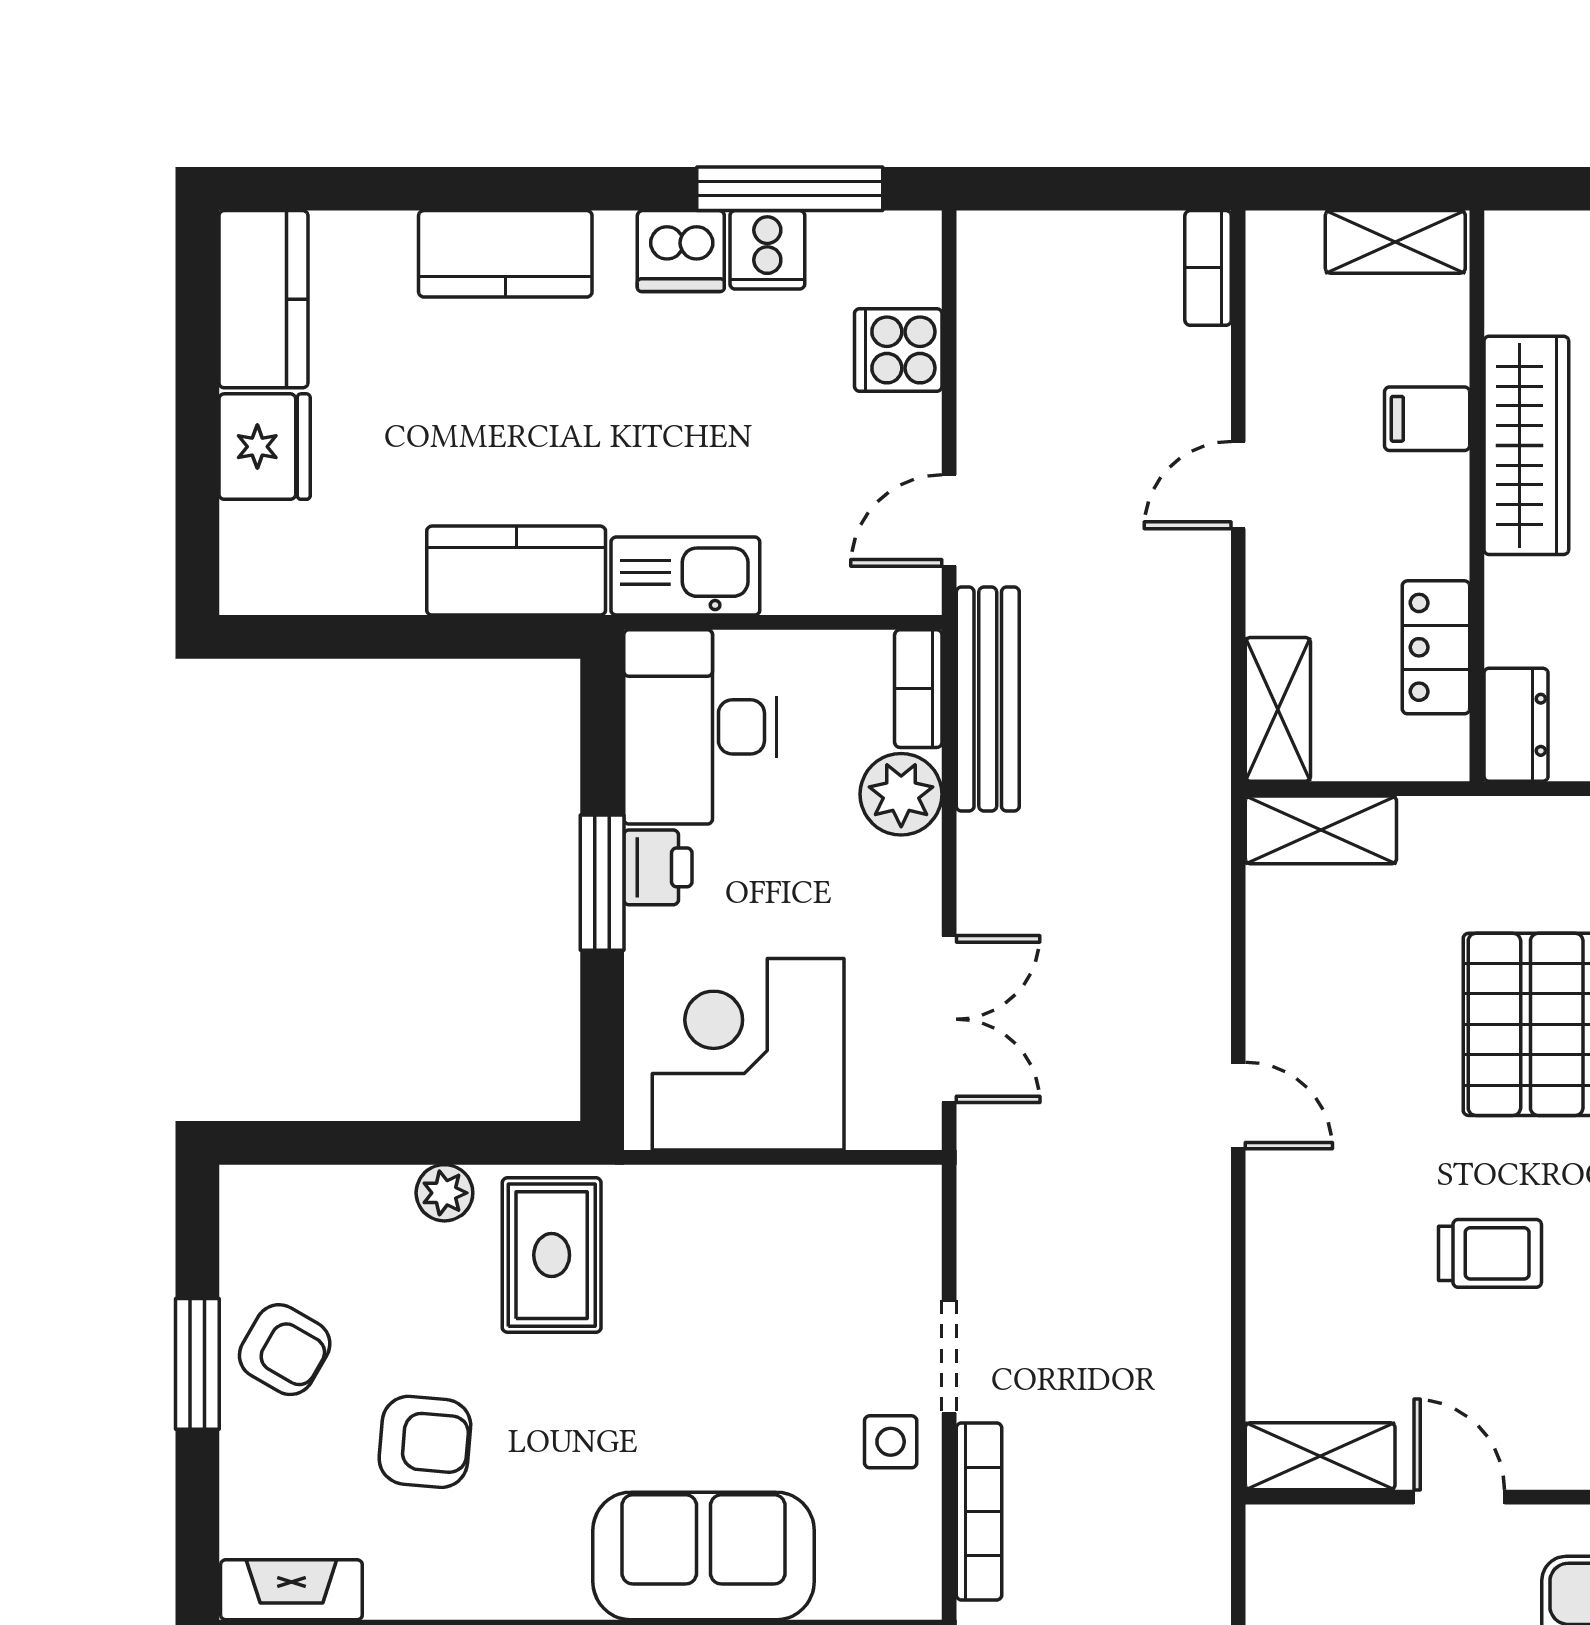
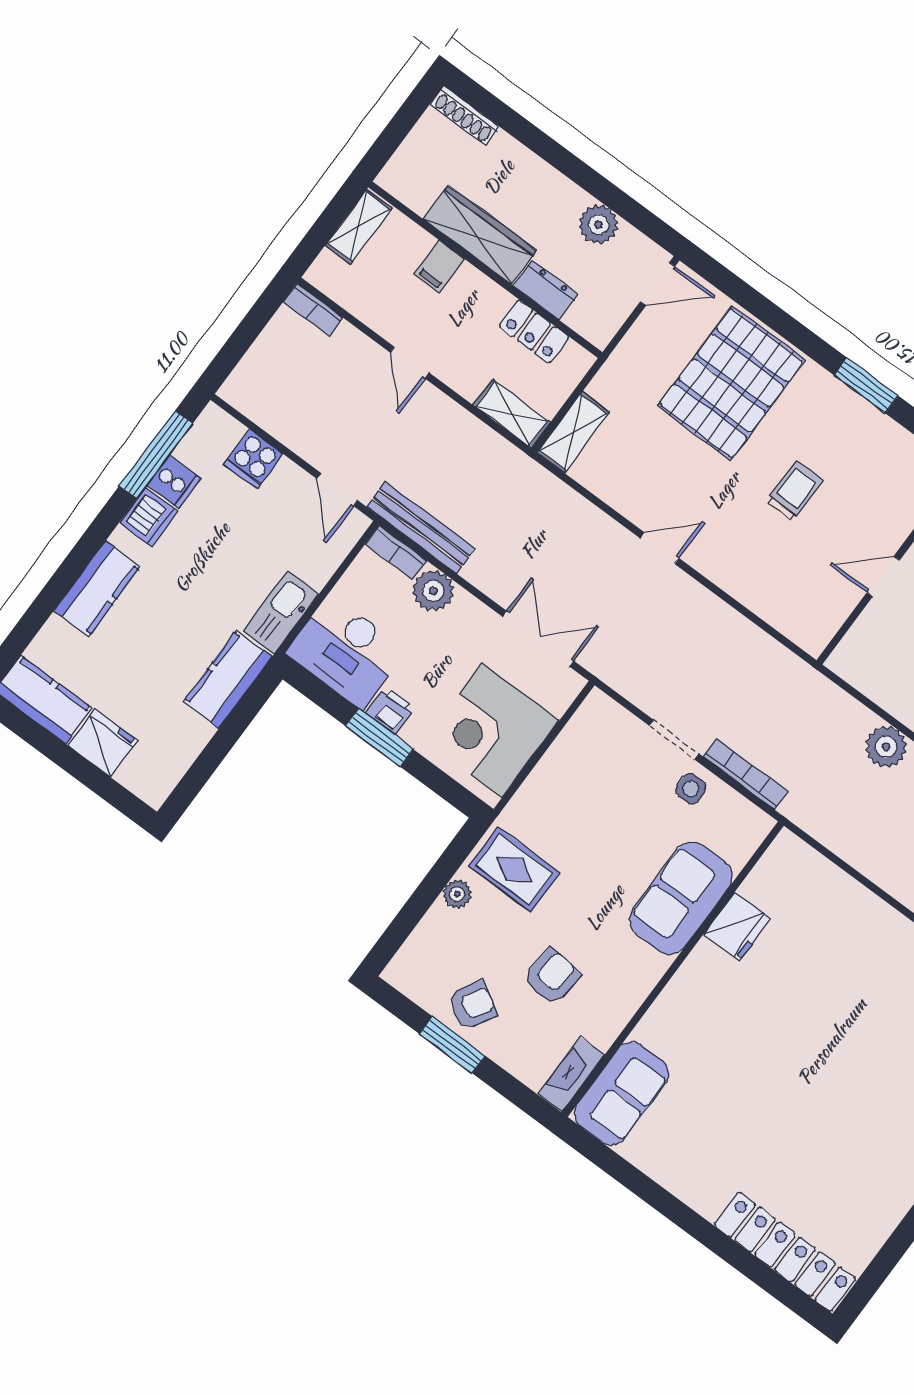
dresser: (1516, 725) -> (546, 290), moved
shelving: (1320, 1456) -> (825, 620), removed

